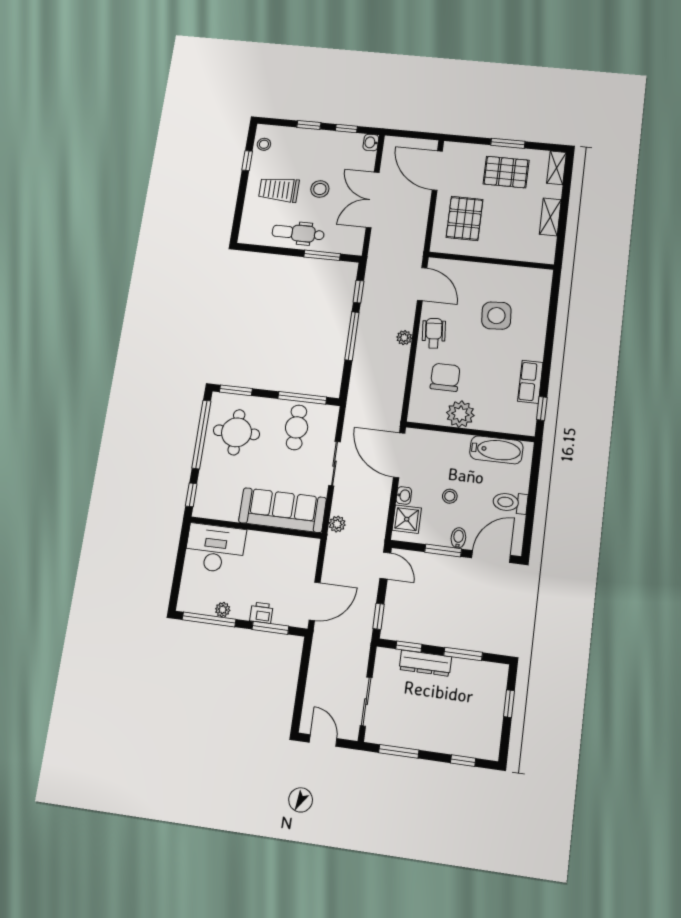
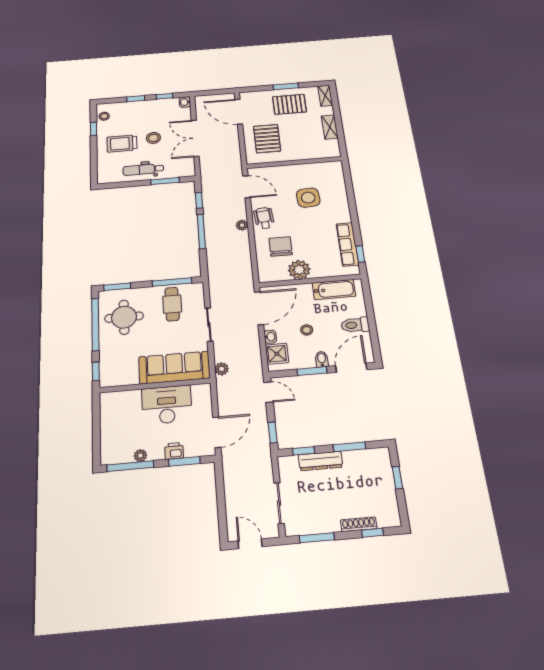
row of seats: (530, 382) -> (347, 244), width x1.48
door: (399, 455) -> (259, 308), swing flipped
desk: (215, 548) -> (167, 405), moved
shoe rack: (450, 747) -> (359, 524), added

